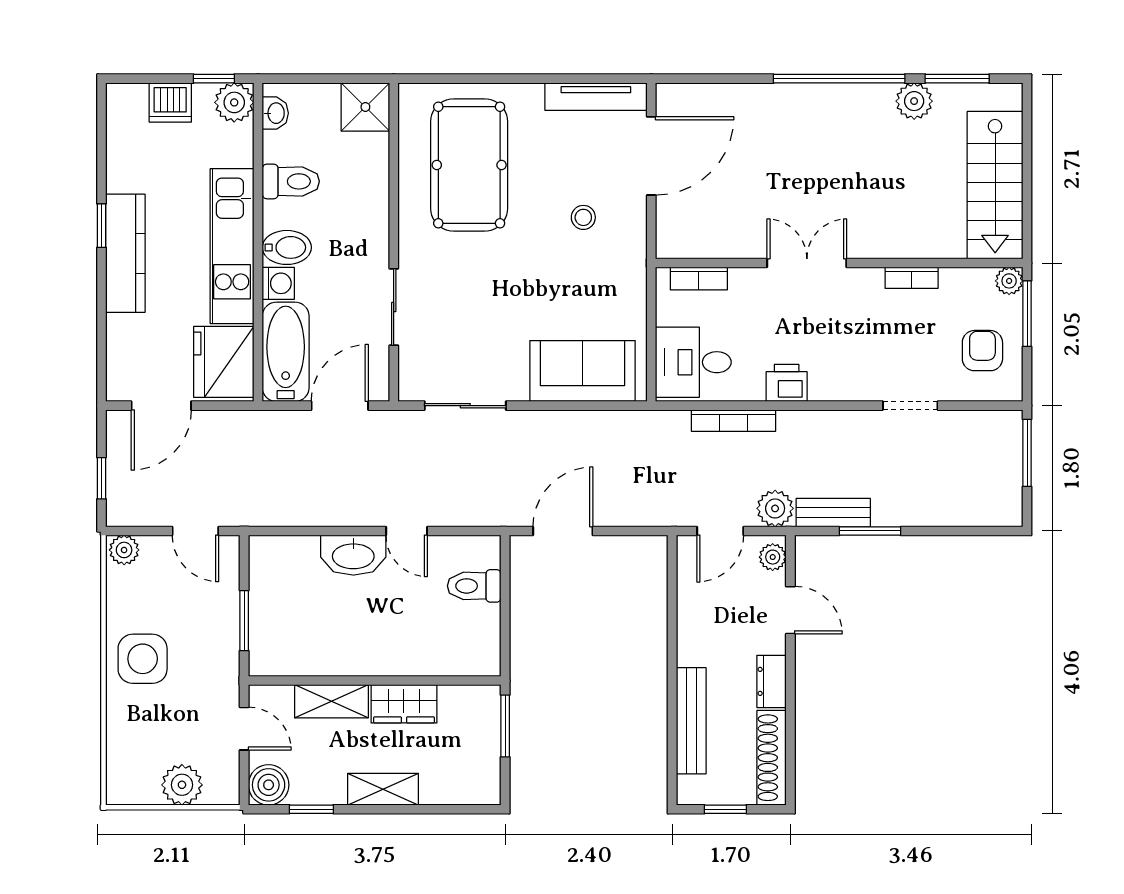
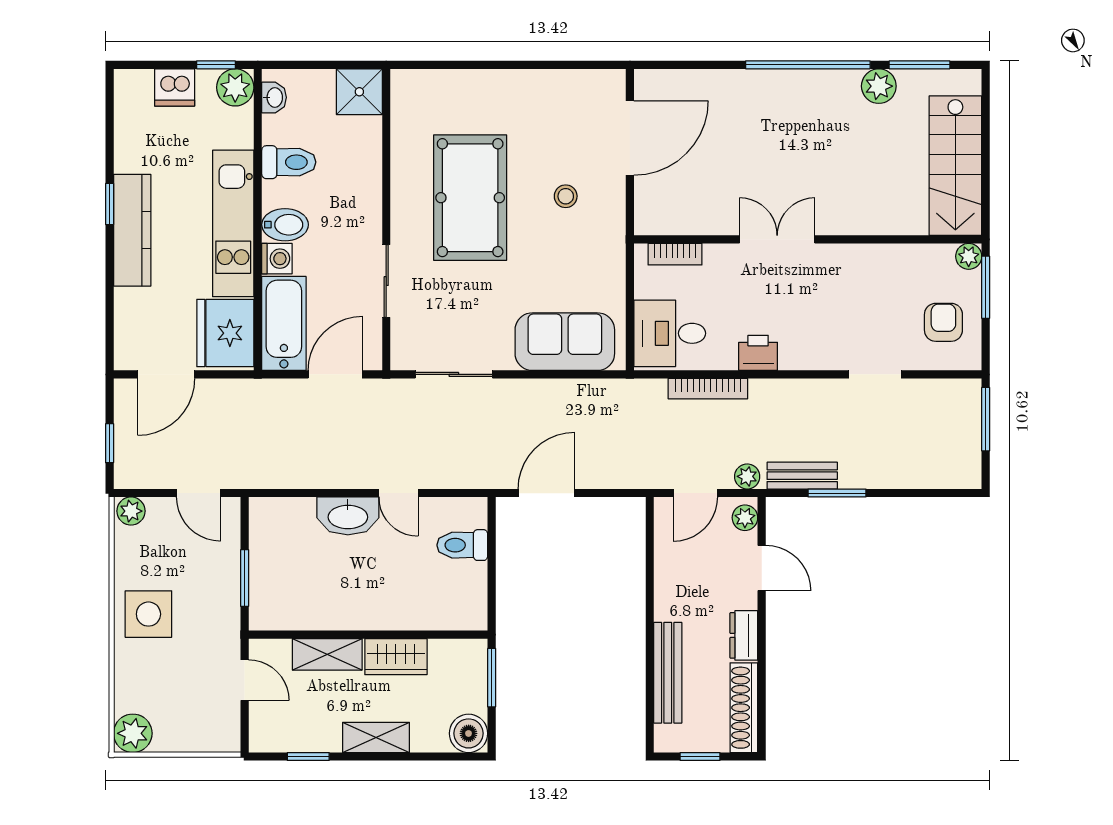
tv unit: (596, 97) -> (578, 82), removed
pool table: (469, 165) -> (470, 198), moved
bookcase: (912, 278) -> (876, 253), removed
plant: (775, 508) -> (747, 476), width x0.73, depth x0.73
plant: (182, 785) -> (133, 733), moved
boiler: (269, 785) -> (469, 733), moved

